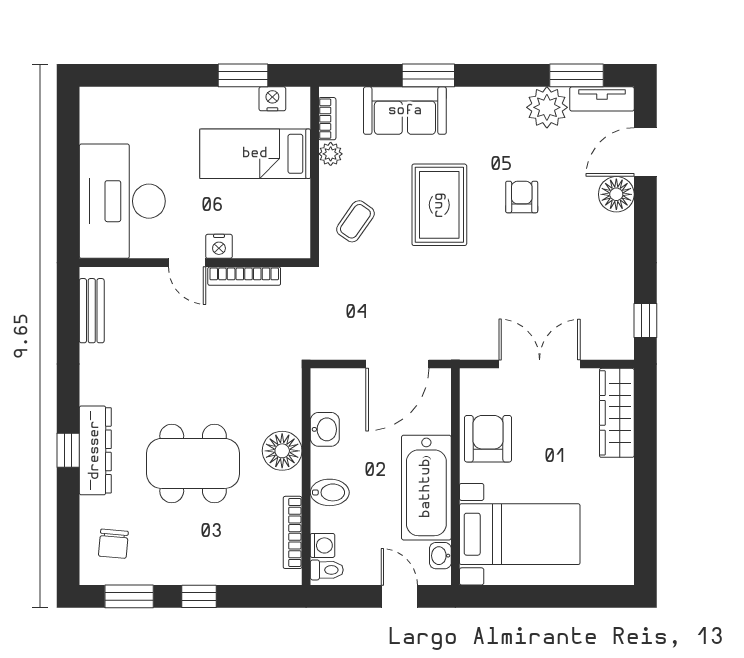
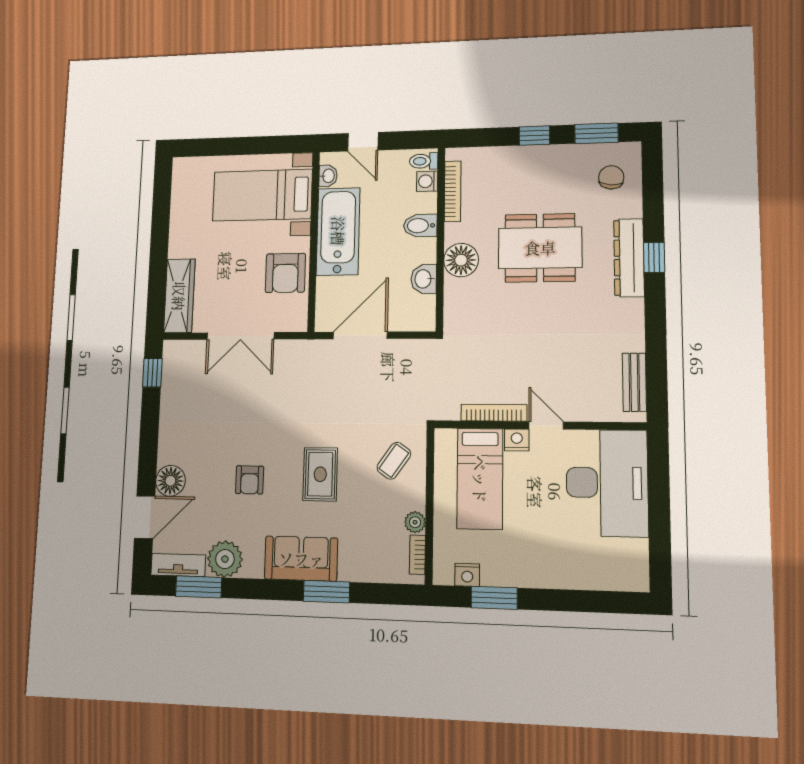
sofa: (405, 111) -> (301, 559), moved
bed: (255, 154) -> (480, 479), moved, turned 90
rug: (439, 205) -> (320, 474), width x0.73, depth x0.70

